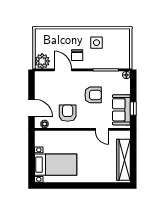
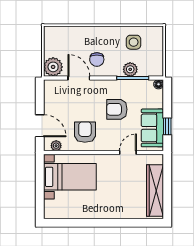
side table: (96, 43) -> (134, 42), moved
plant: (104, 63) -> (130, 69), added
armchair: (93, 95) -> (117, 109), turned 180
door: (102, 129) -> (128, 152), swing flipped
bed with nightstands: (56, 165) -> (70, 177), moved

